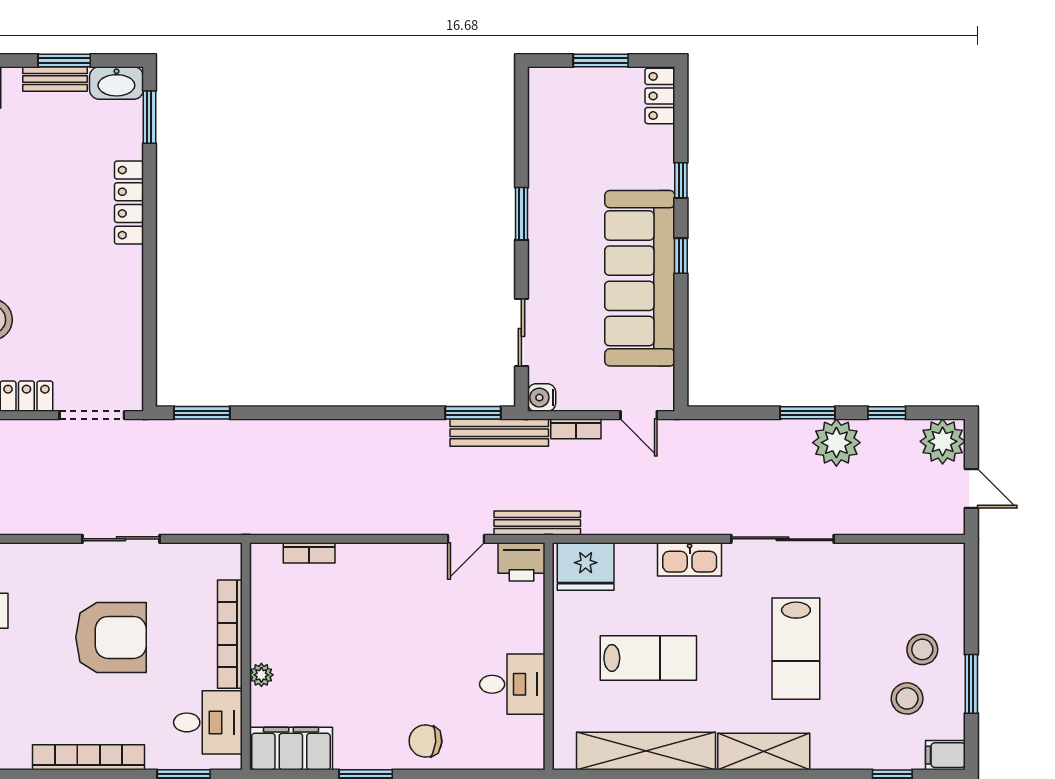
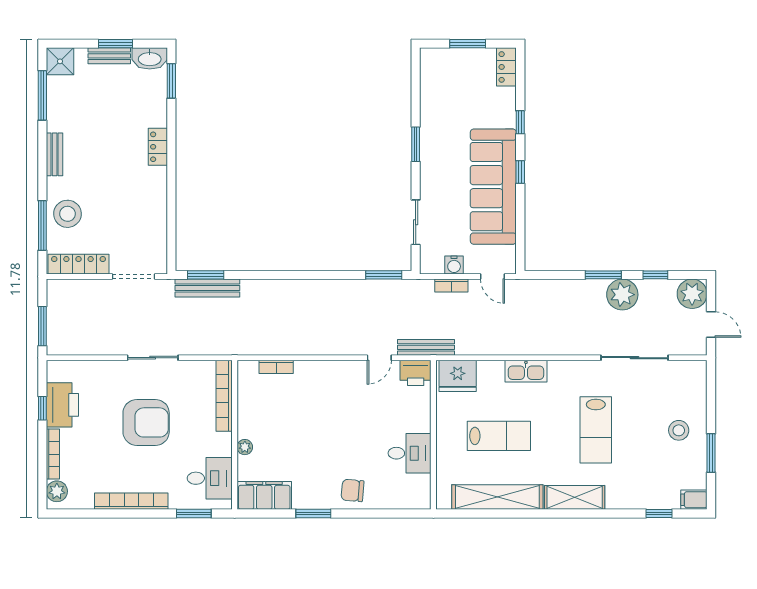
locker: (129, 203) -> (158, 147), width x0.66
water cooler: (542, 398) -> (454, 265), moved, turned -90
bench: (499, 433) -> (207, 288), moved
sliding door: (783, 539) -> (635, 358), moved
bookcase: (230, 634) -> (224, 396), moved
stool: (907, 698) -> (669, 463), removed

